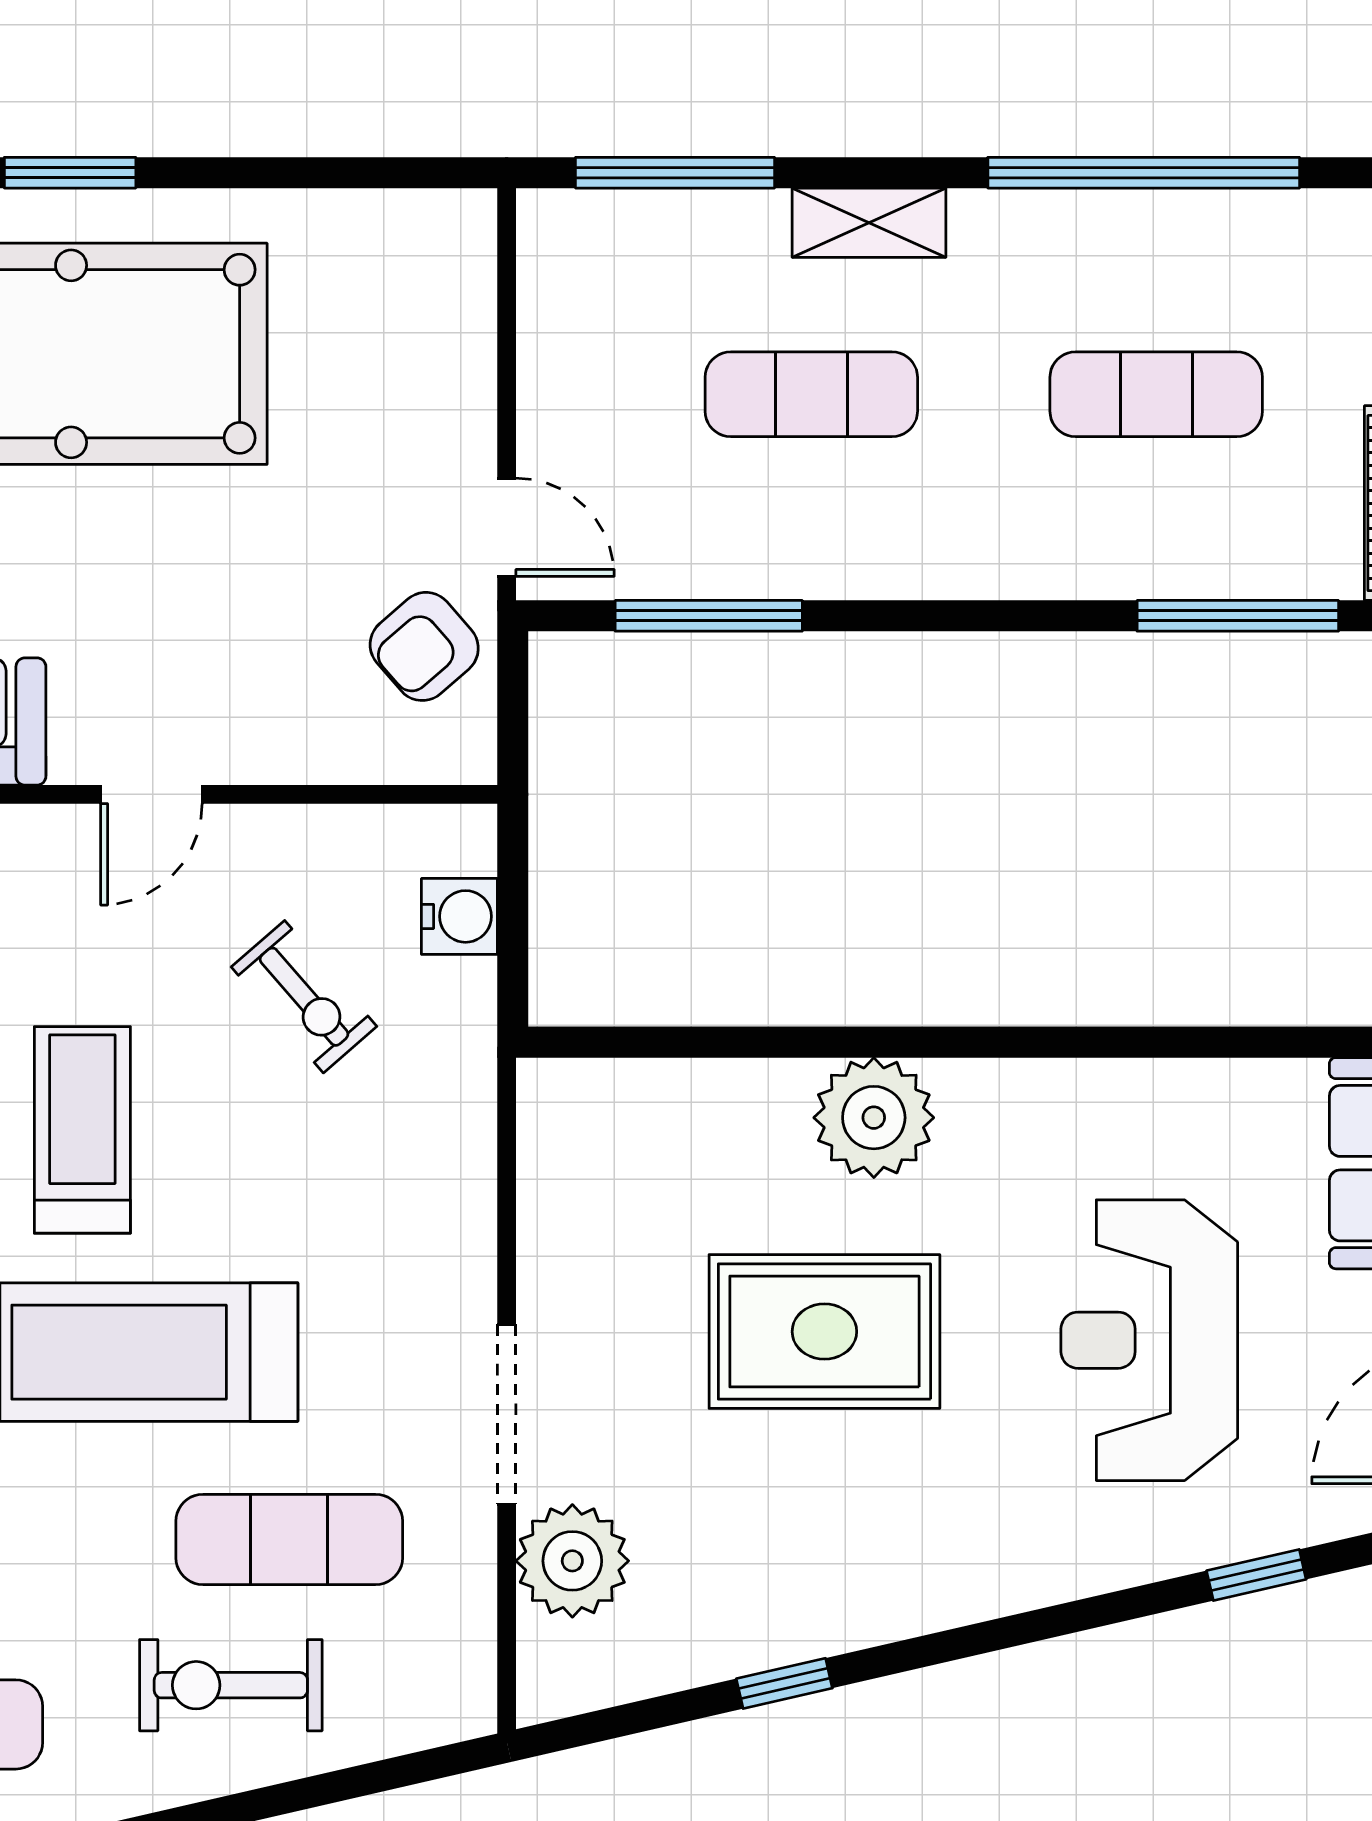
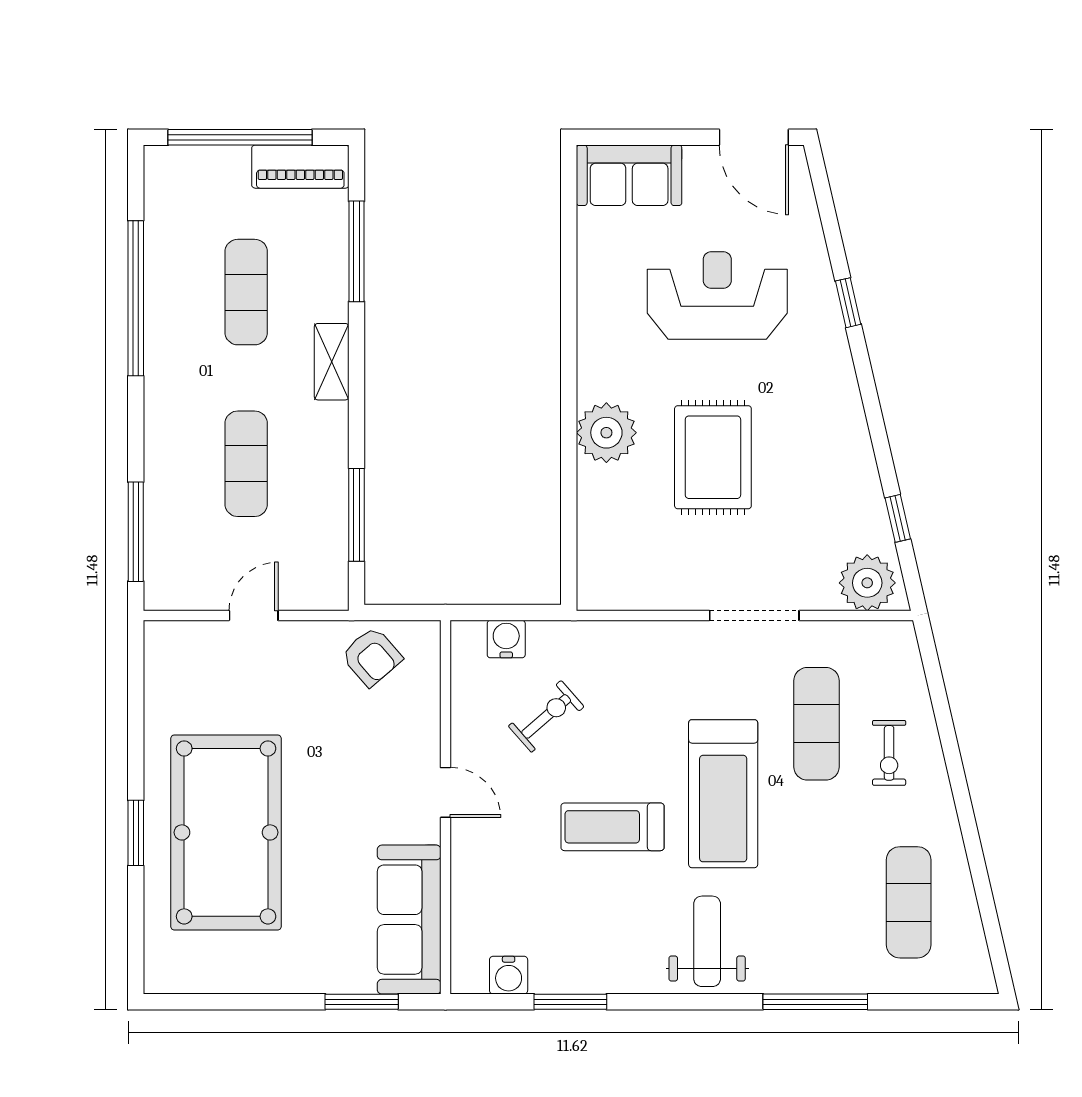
shelving: (869, 223) -> (332, 362), moved
door: (507, 527) -> (254, 615), moved
reception desk: (1149, 1340) -> (717, 295), turned 180
plant: (572, 1561) -> (867, 583), moved
window: (1256, 1575) -> (848, 303), moved
window: (784, 1683) -> (898, 518), moved
exercise bike: (231, 1685) -> (889, 753), width x0.73, depth x0.72

